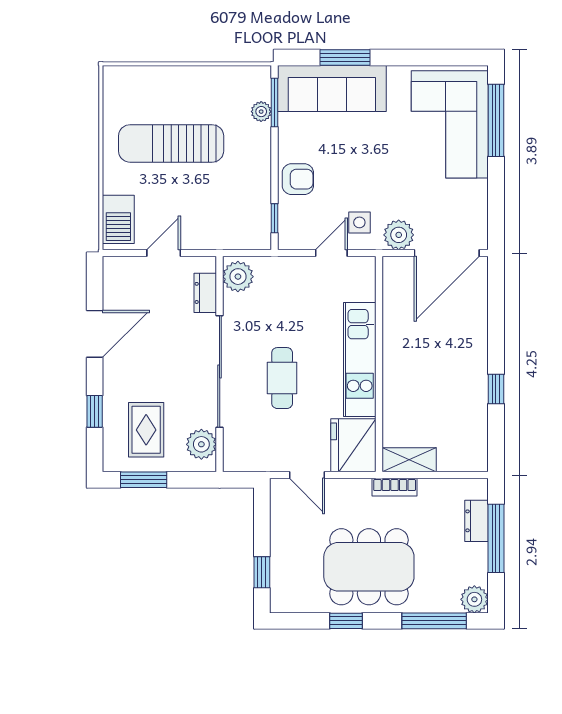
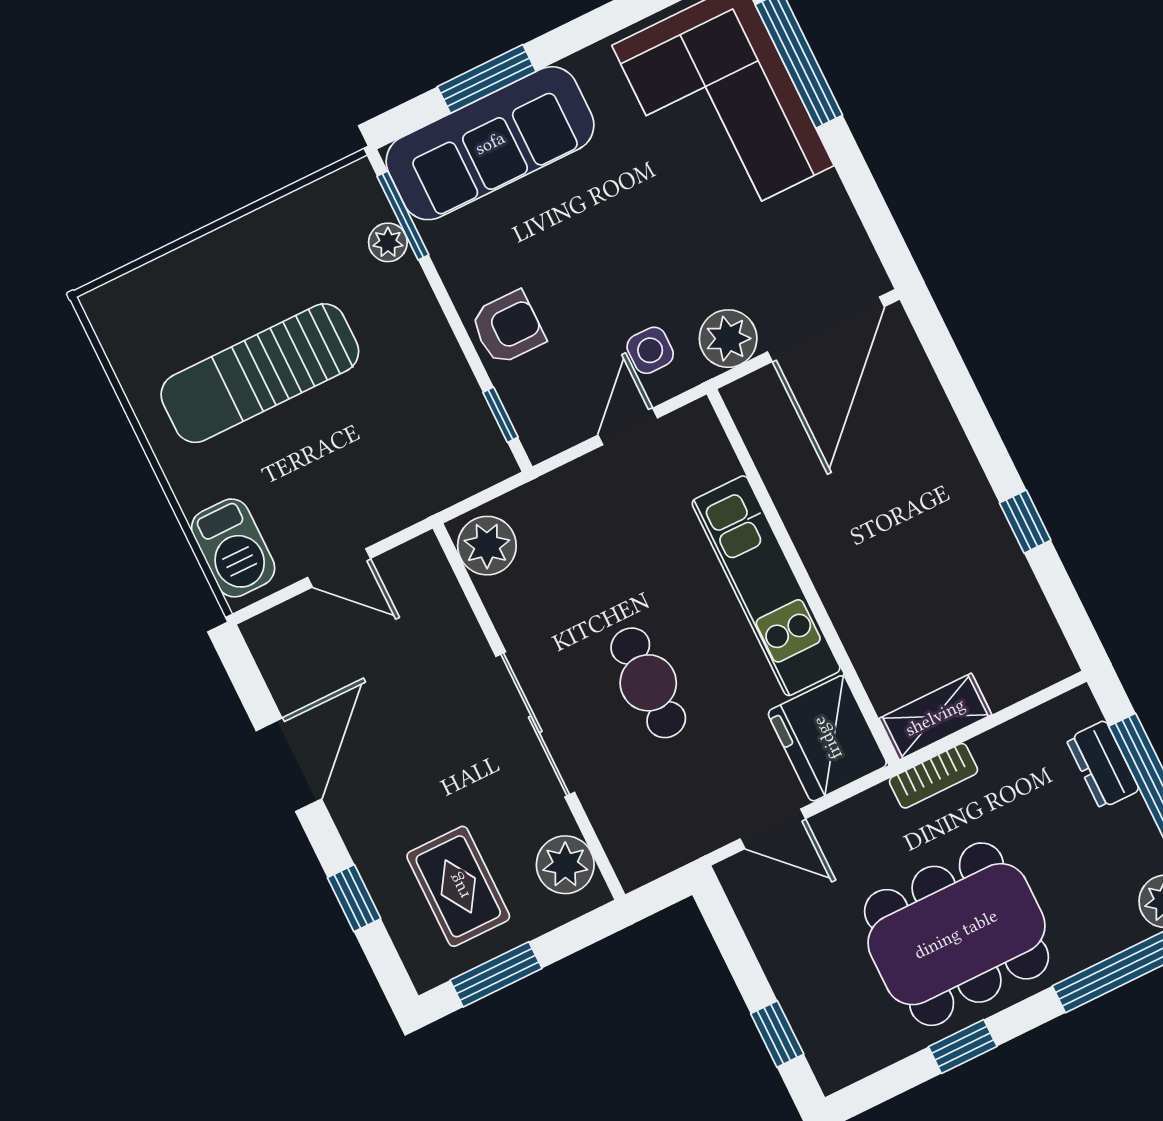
door: (164, 253) -> (339, 568), swing flipped
dresser: (205, 293) -> (445, 601), removed
sliding door: (220, 372) -> (535, 724), width x0.73

